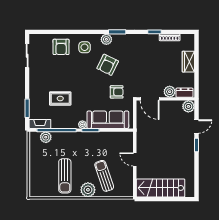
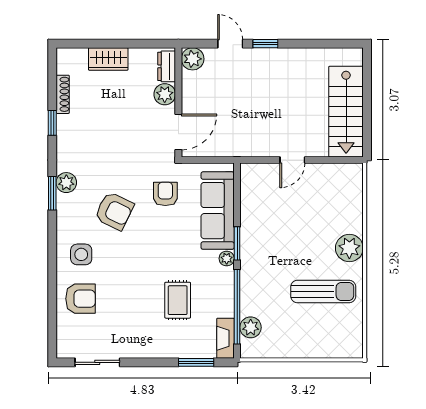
plant: (106, 39) -> (66, 183), moved
sun lounger: (104, 176) -> (323, 217), removed

